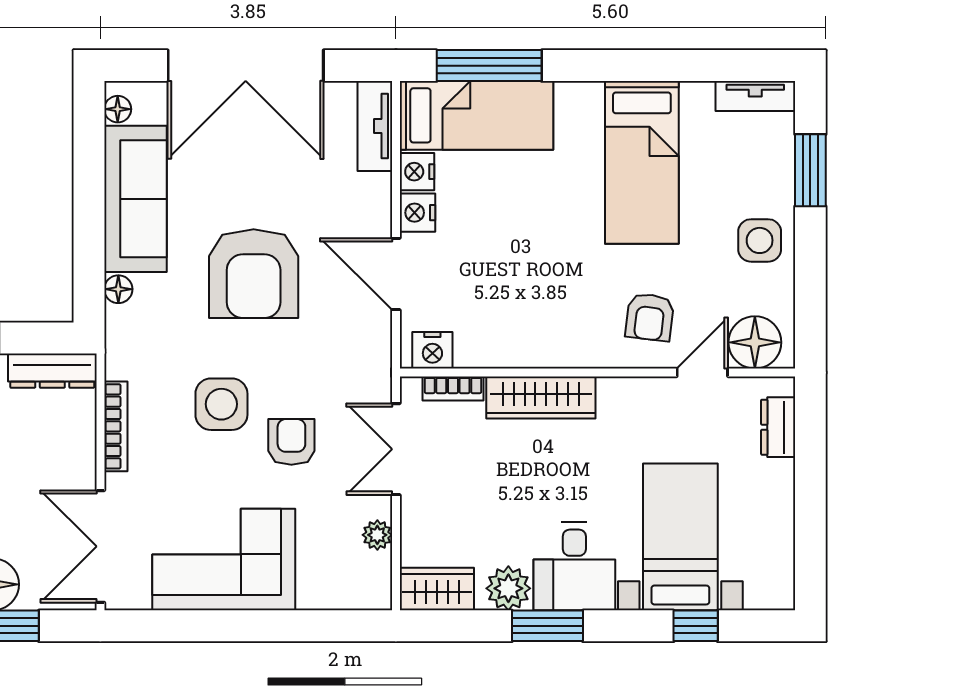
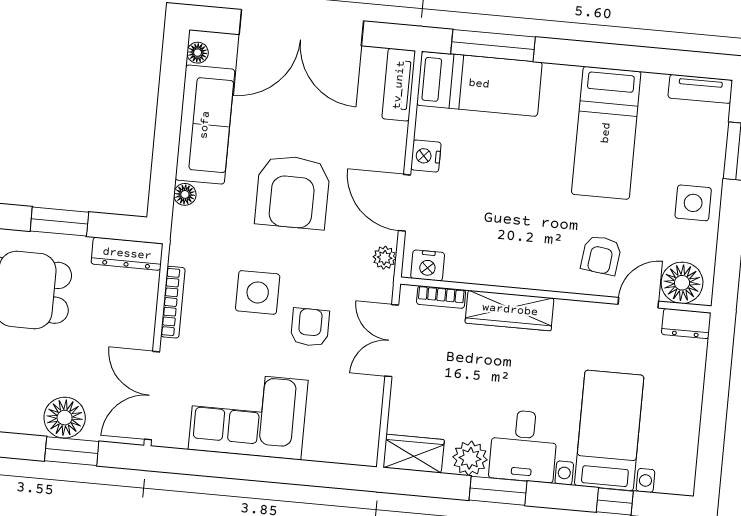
nightstand: (417, 172) -> (429, 124), removed
dresser: (778, 427) -> (686, 324), moved, turned -90
plant: (377, 535) -> (385, 258), moved

